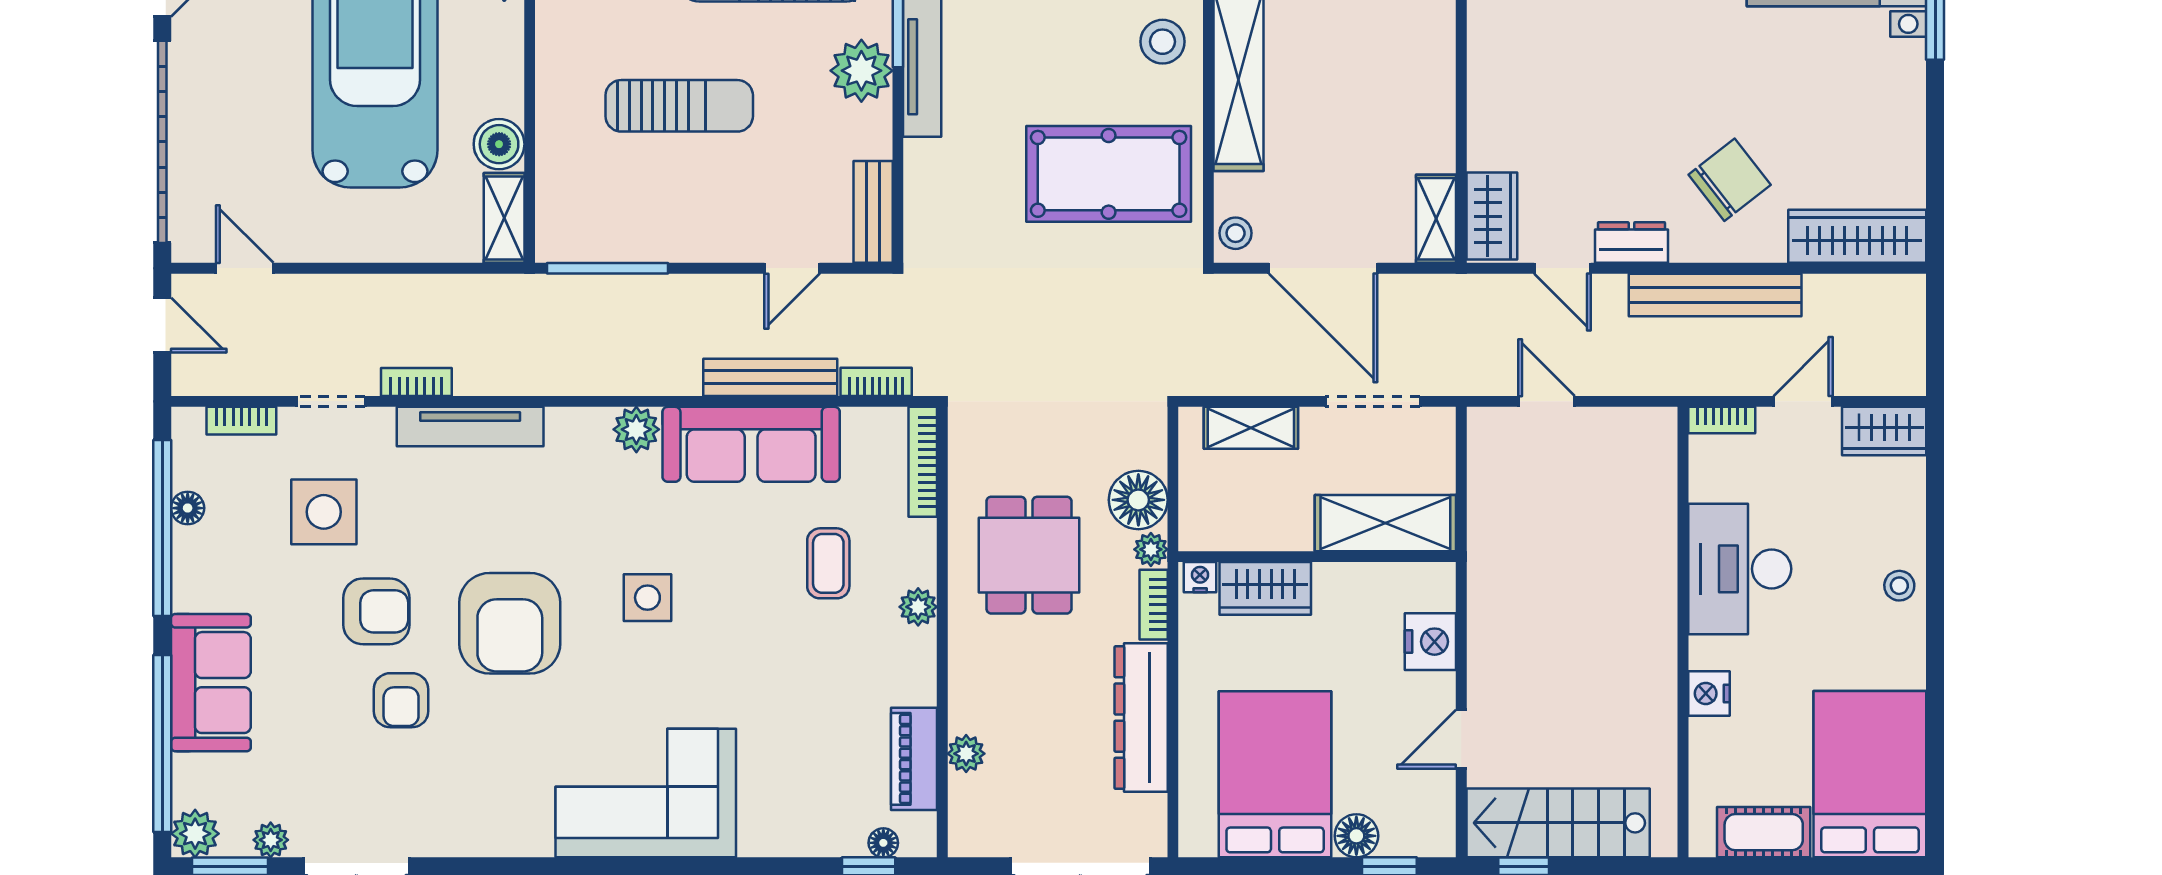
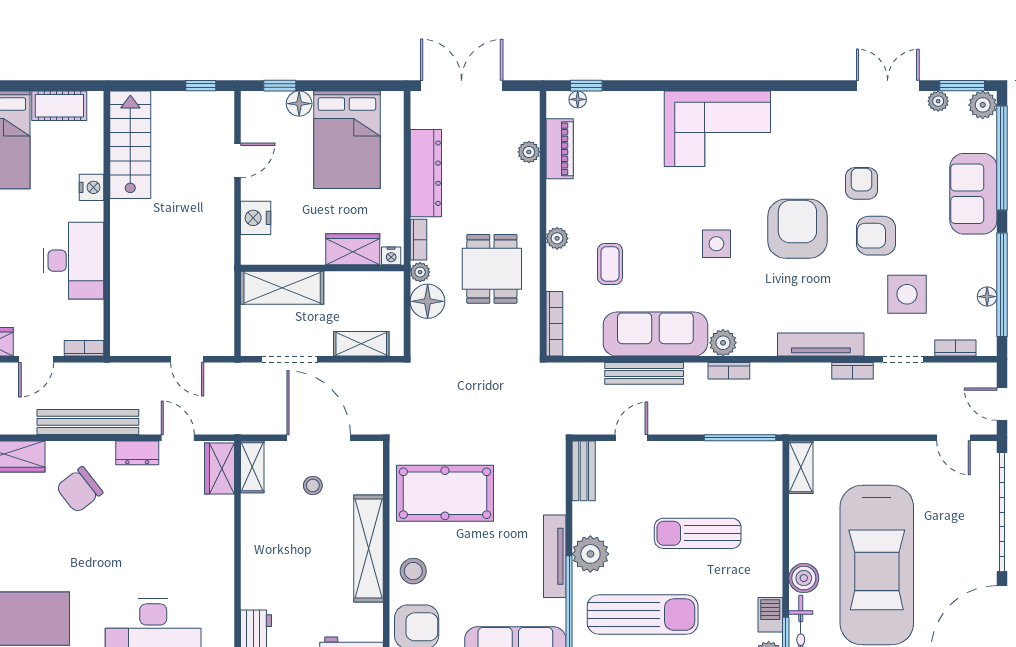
boiler: (499, 144) -> (804, 578), moved
stool: (1236, 233) -> (313, 485), moved
bookcase: (876, 382) -> (729, 371), moved
stairs: (1558, 823) -> (130, 145), moved, turned -90

